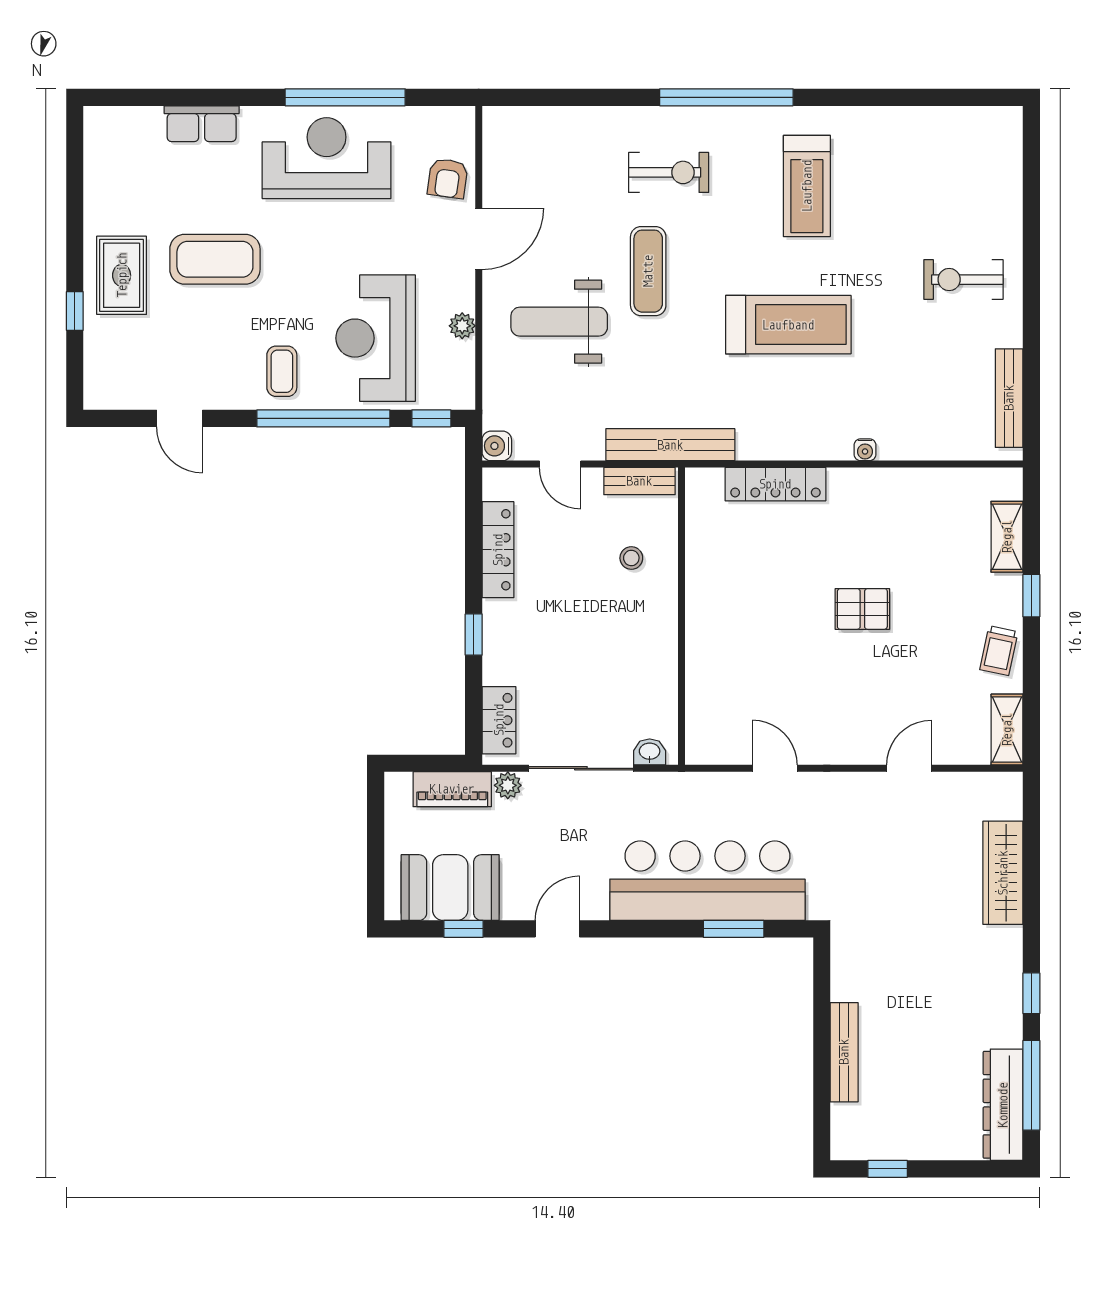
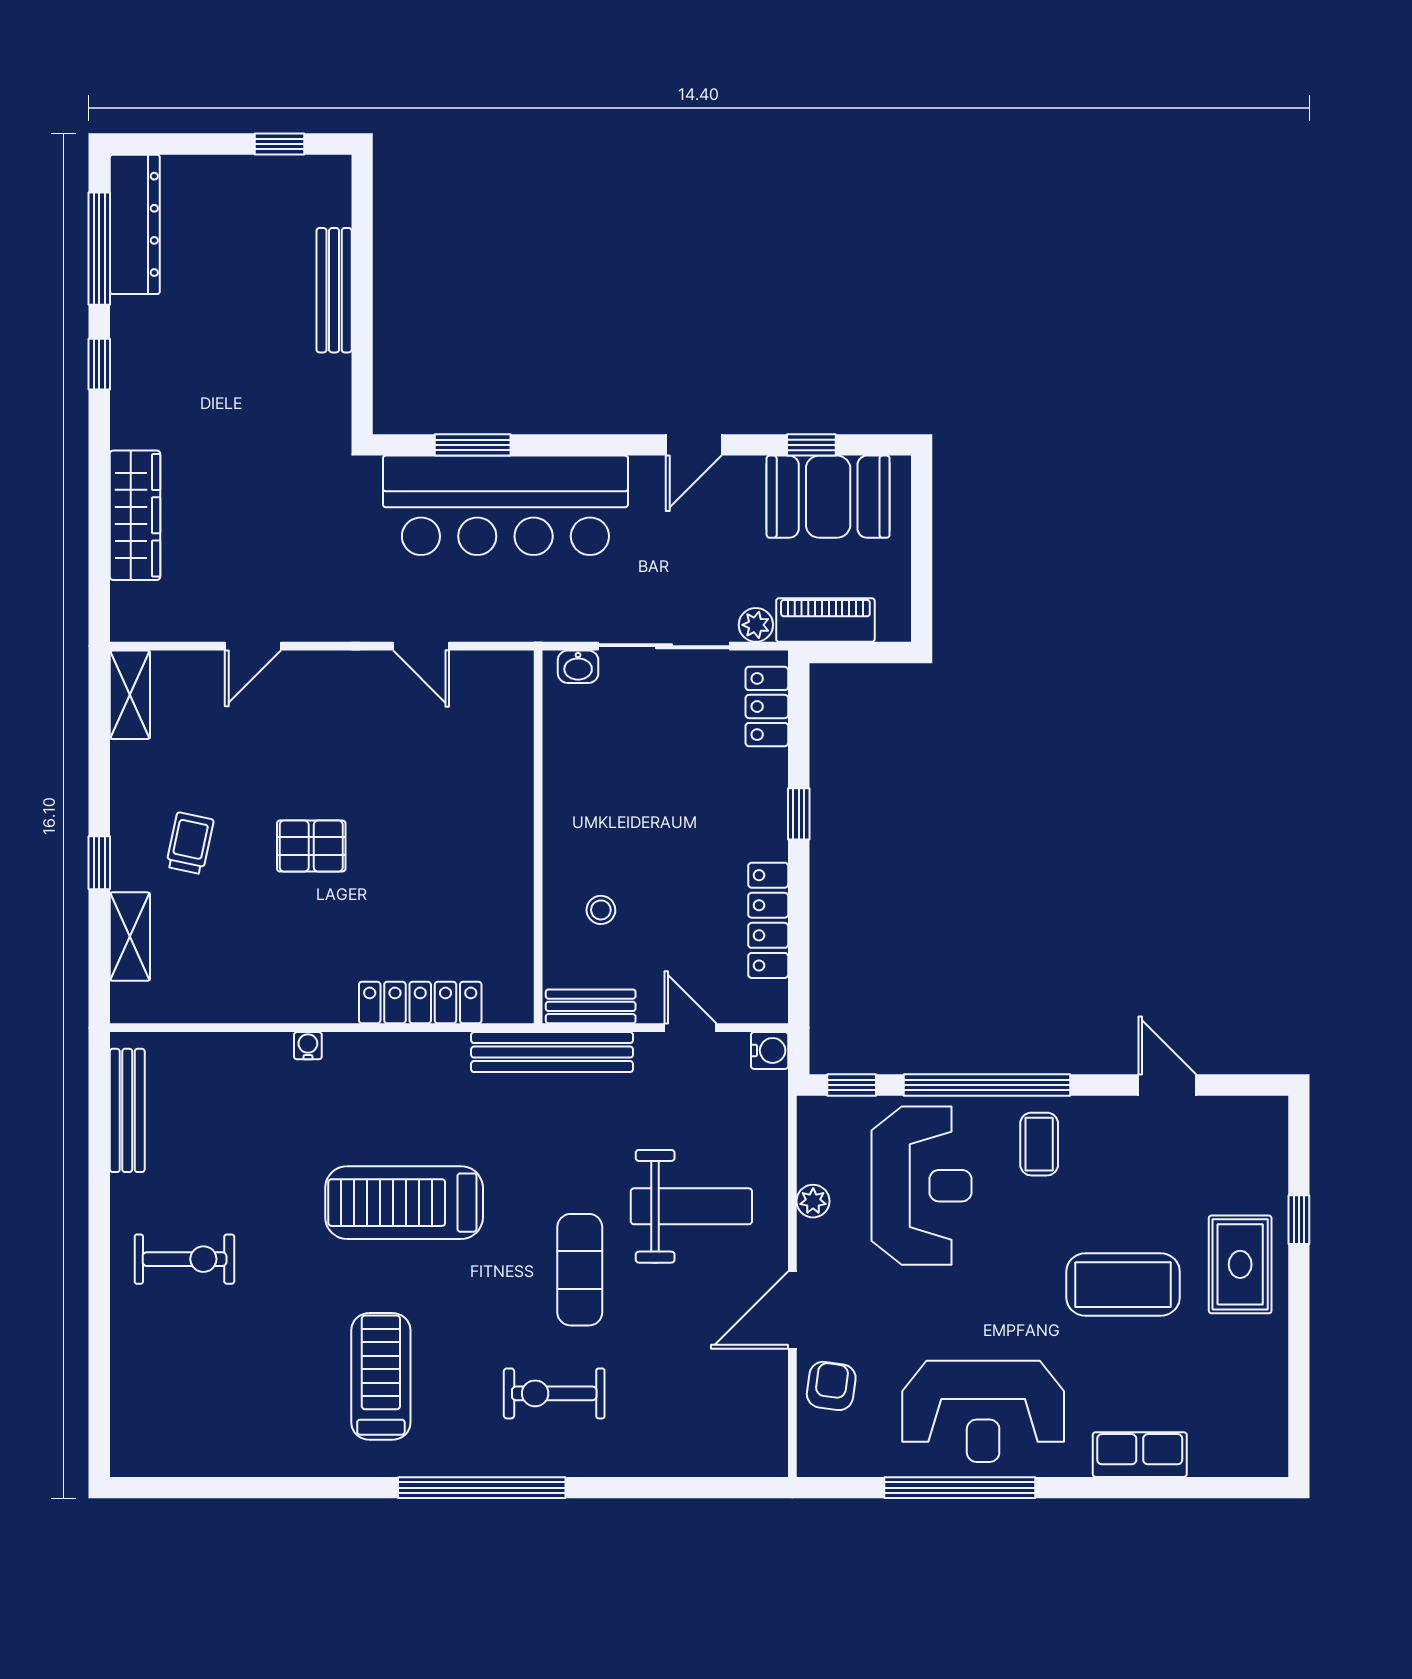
trolley: (999, 651) -> (190, 843), moved

